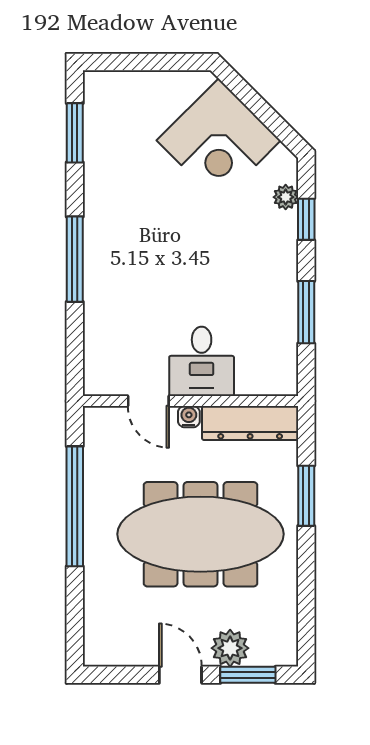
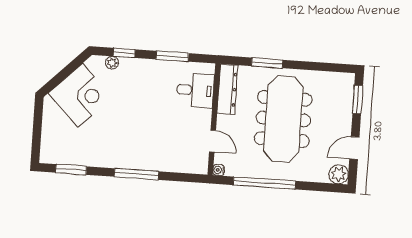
desk: (202, 361) -> (195, 90), moved
door: (148, 401) -> (213, 141), hinge flipped
water cooler: (189, 417) -> (219, 170), moved
plant: (230, 648) -> (339, 174), moved
door: (180, 675) -> (354, 148), moved

